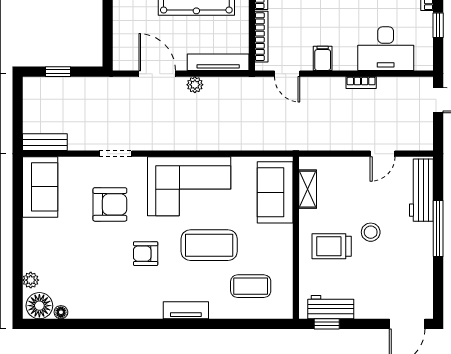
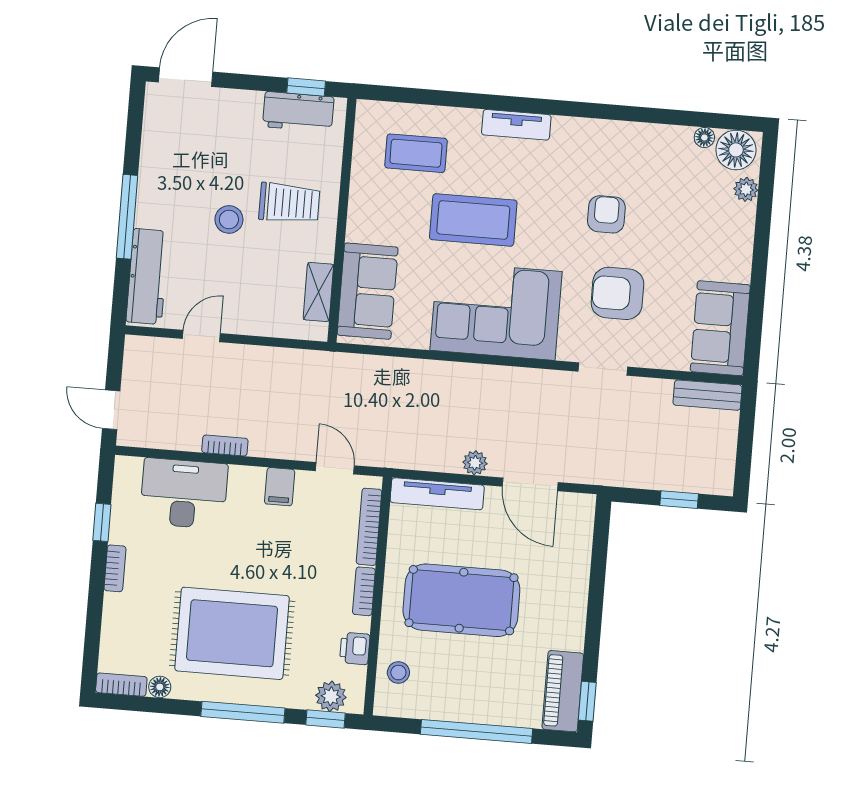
armchair: (146, 254) -> (606, 214), moved, turned -90

